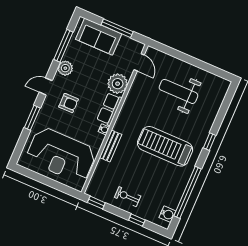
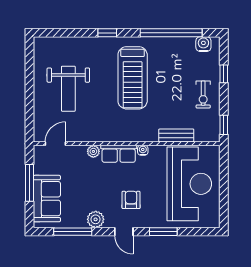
plant: (118, 84) -> (93, 151), width x0.53, depth x0.53
bench: (111, 146) -> (176, 136), moved

